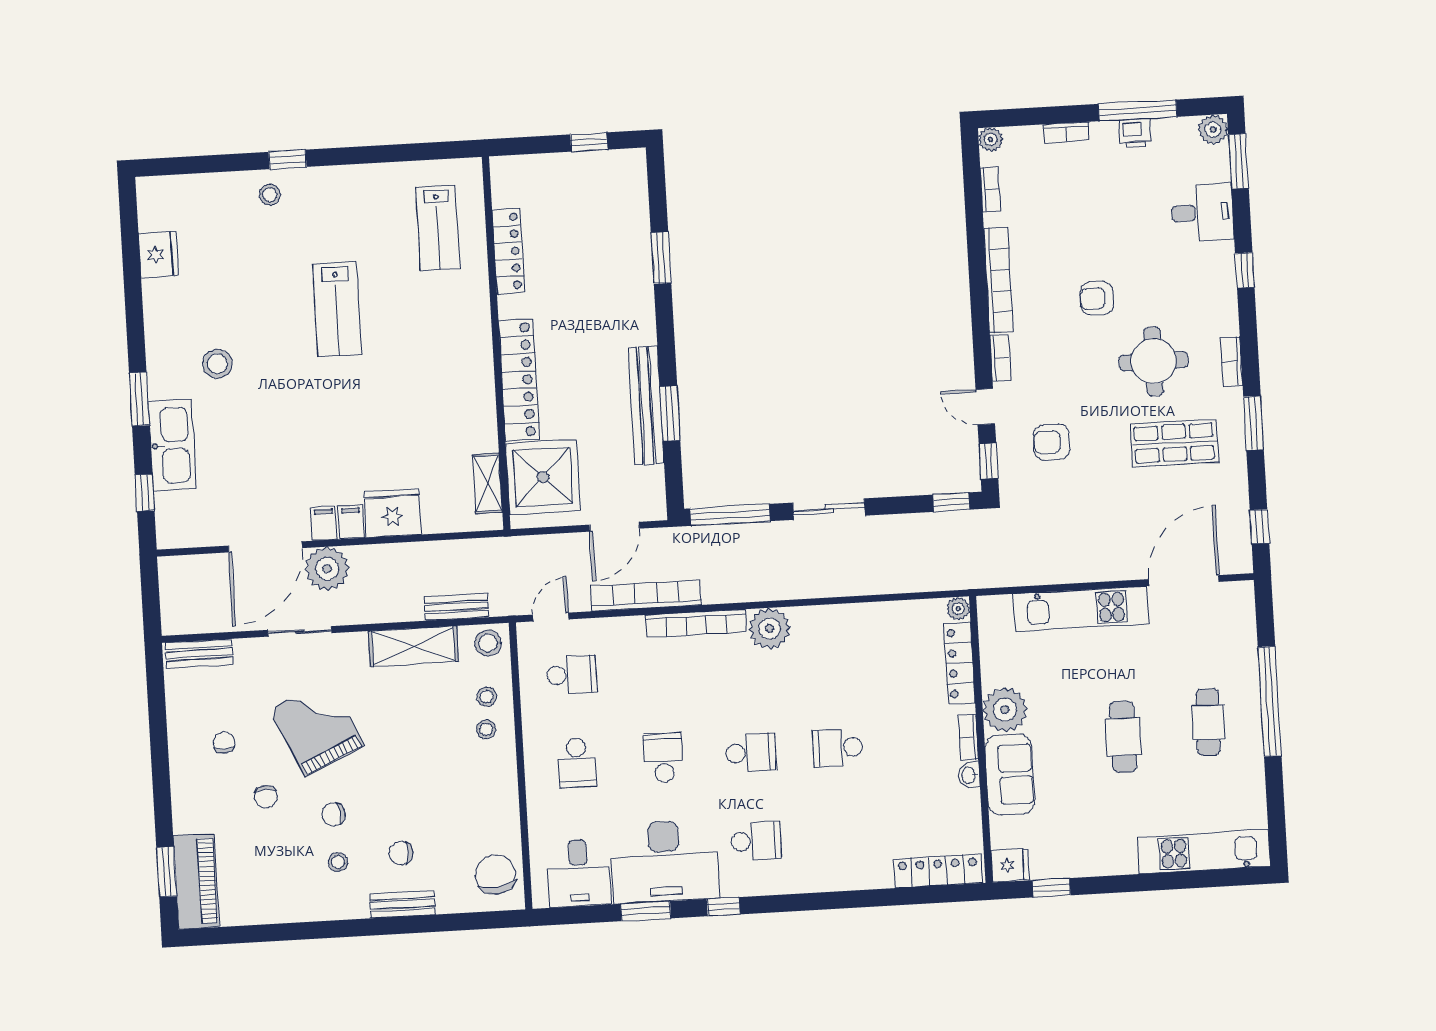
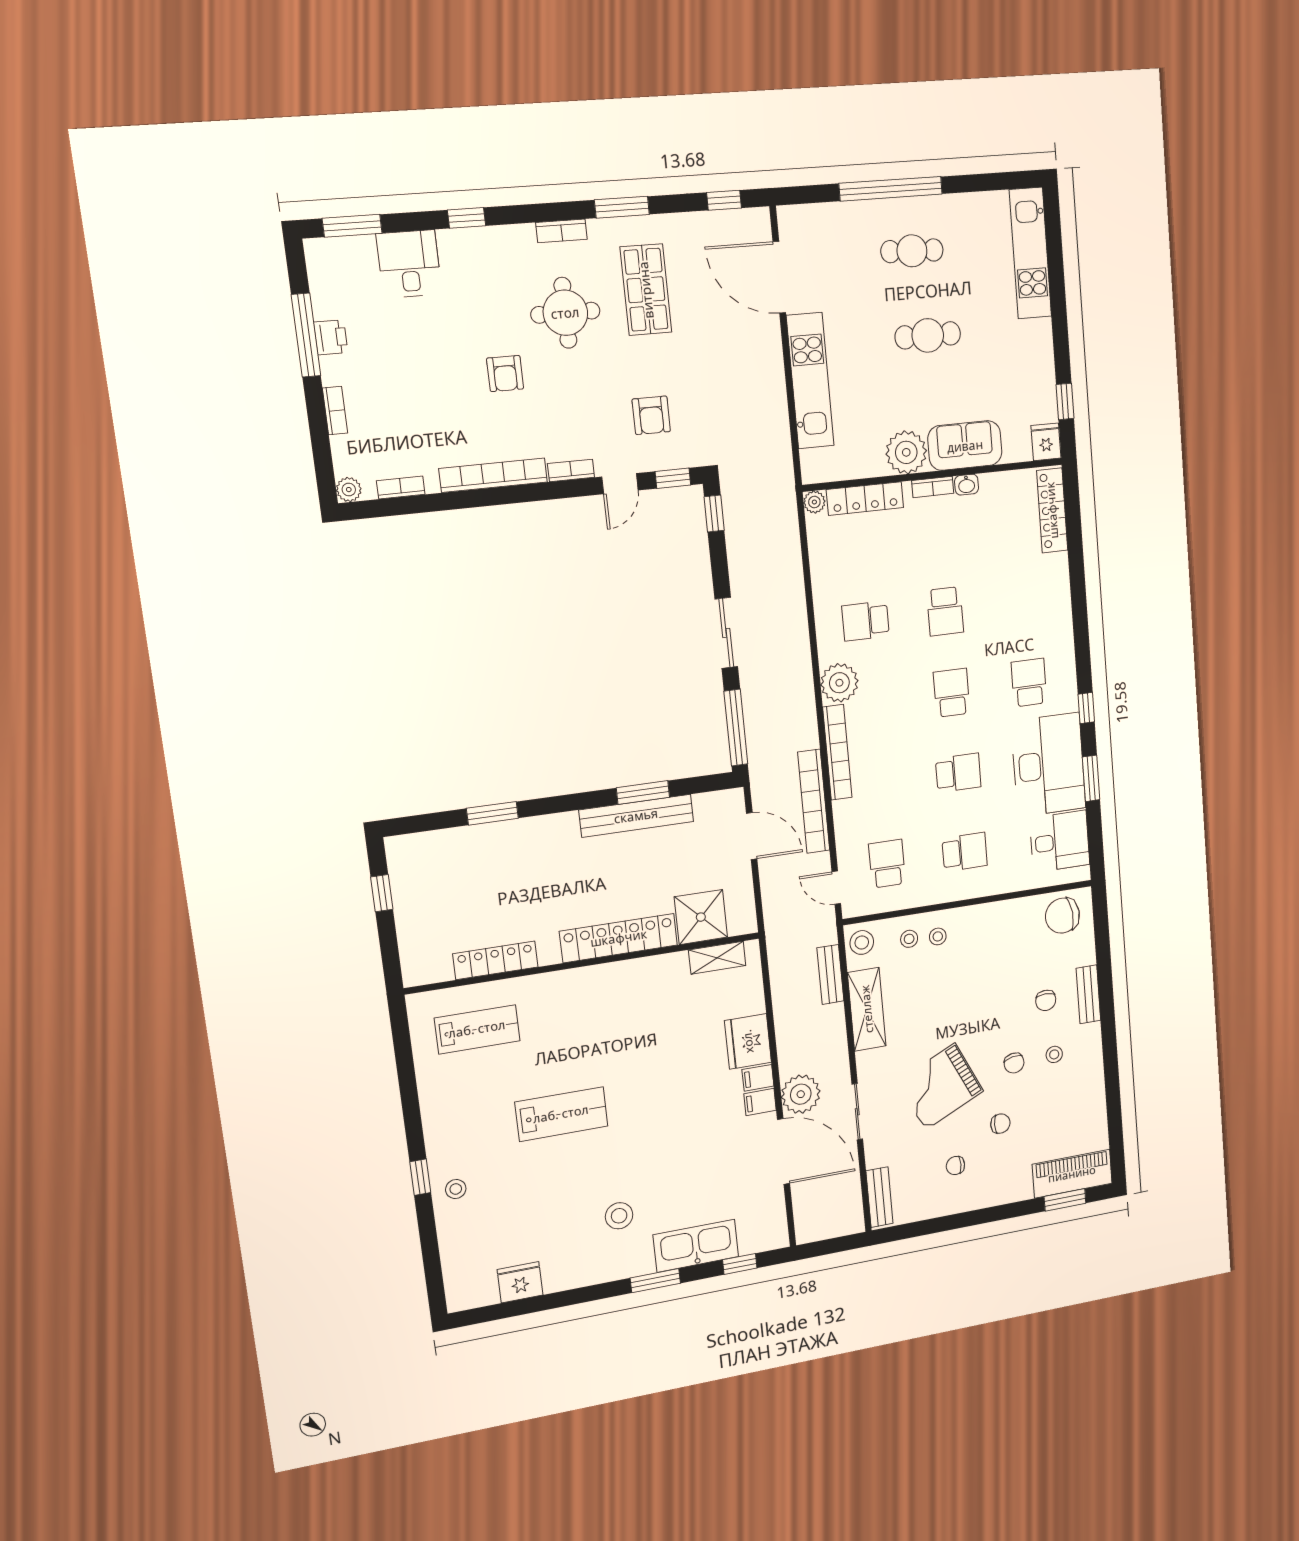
plant: (1213, 130) -> (320, 254), removed
shower: (543, 477) -> (701, 917), width x0.73, depth x0.73
school desk: (833, 659) -> (866, 621), added
school desk: (664, 758) -> (958, 773), turned 180

